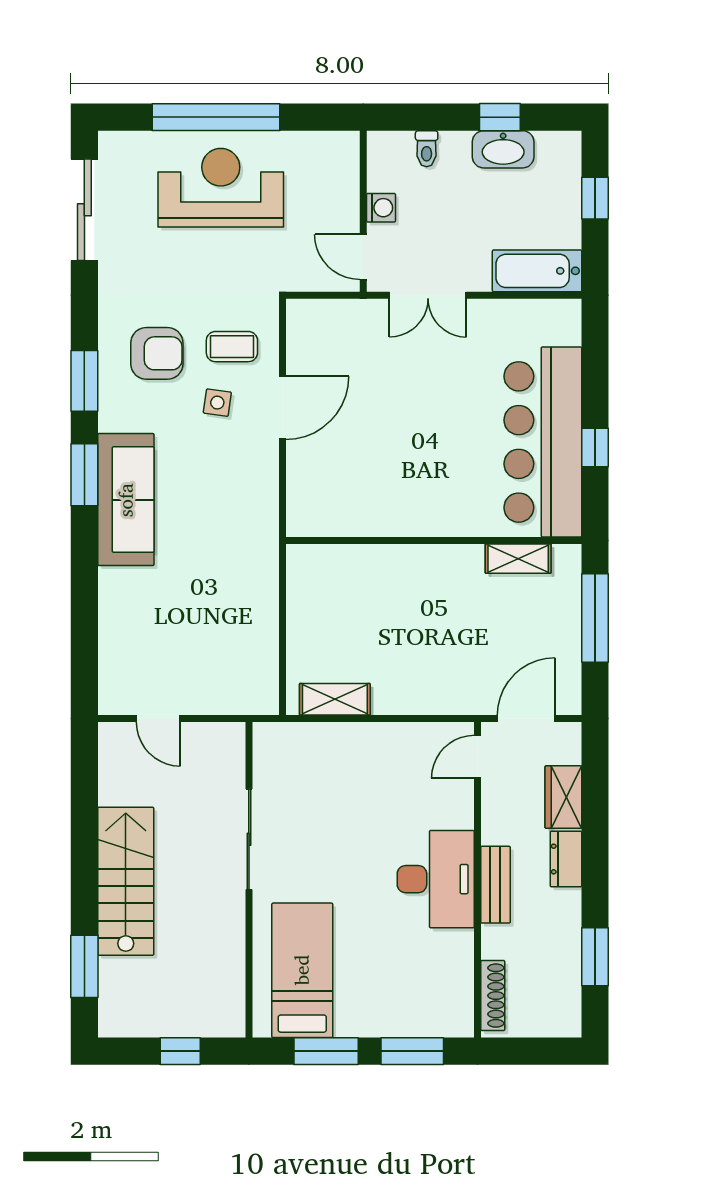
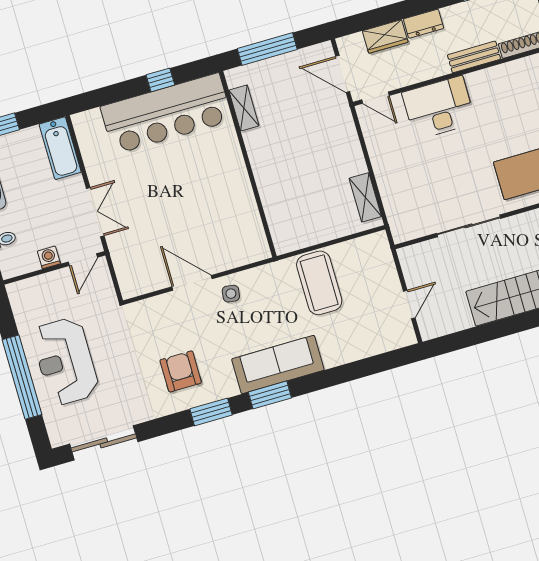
coffee table: (232, 347) -> (319, 283), moved, width x1.86, depth x1.72
side table: (217, 403) -> (231, 294), moved
desk: (436, 879) -> (439, 108), moved
bench: (495, 885) -> (474, 57), moved

